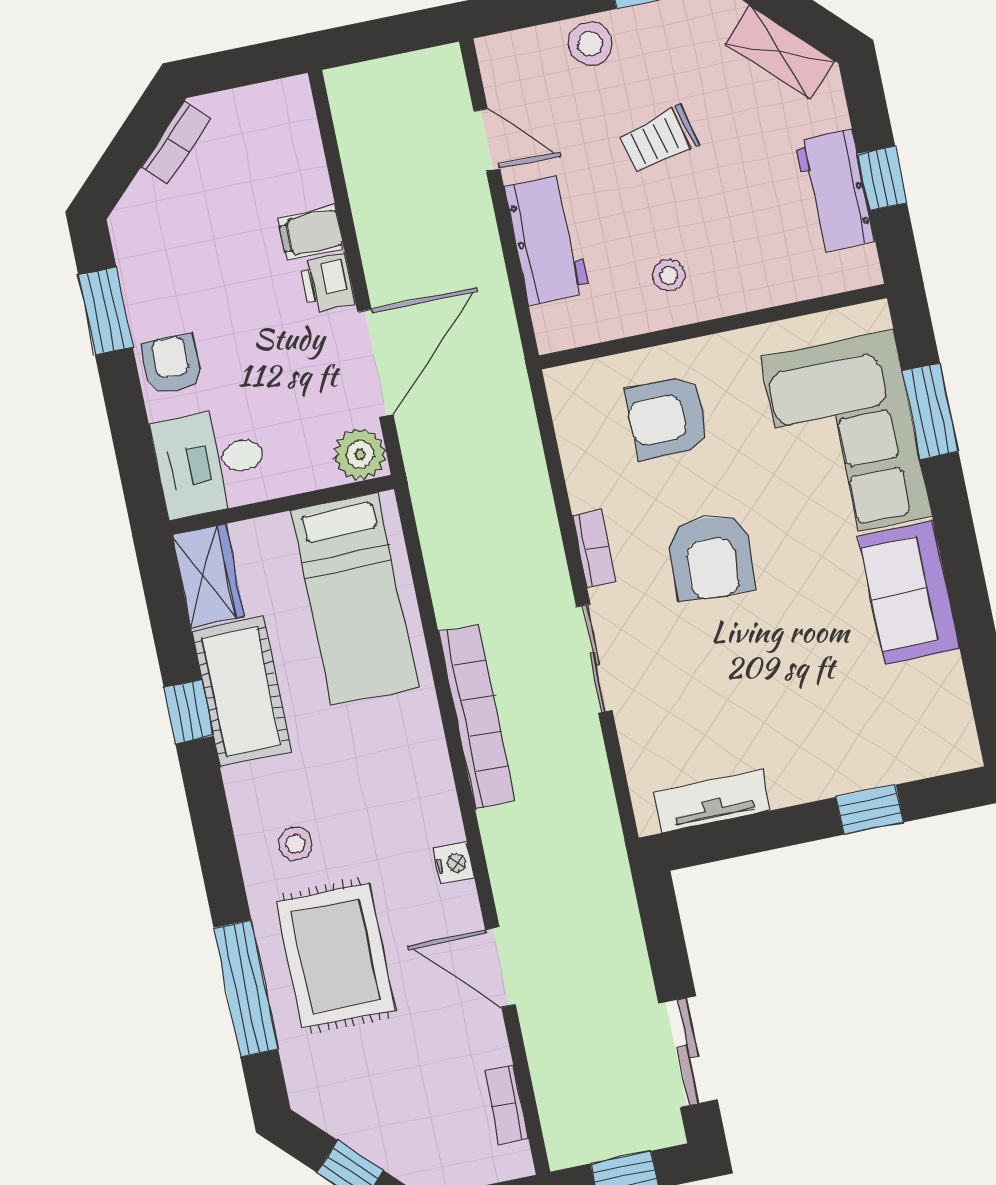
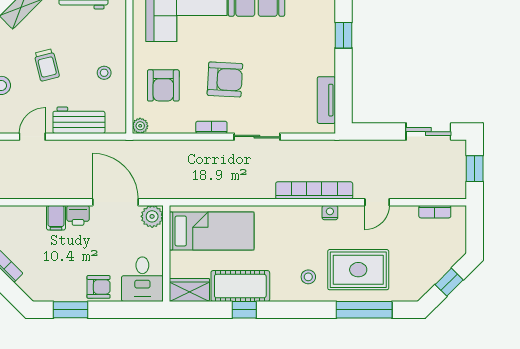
armchair: (172, 365) -> (99, 287), turned 180
plant: (564, 384) -> (140, 126), added
bookcase: (477, 716) -> (314, 190), moved
door: (500, 967) -> (377, 202), width x0.73

